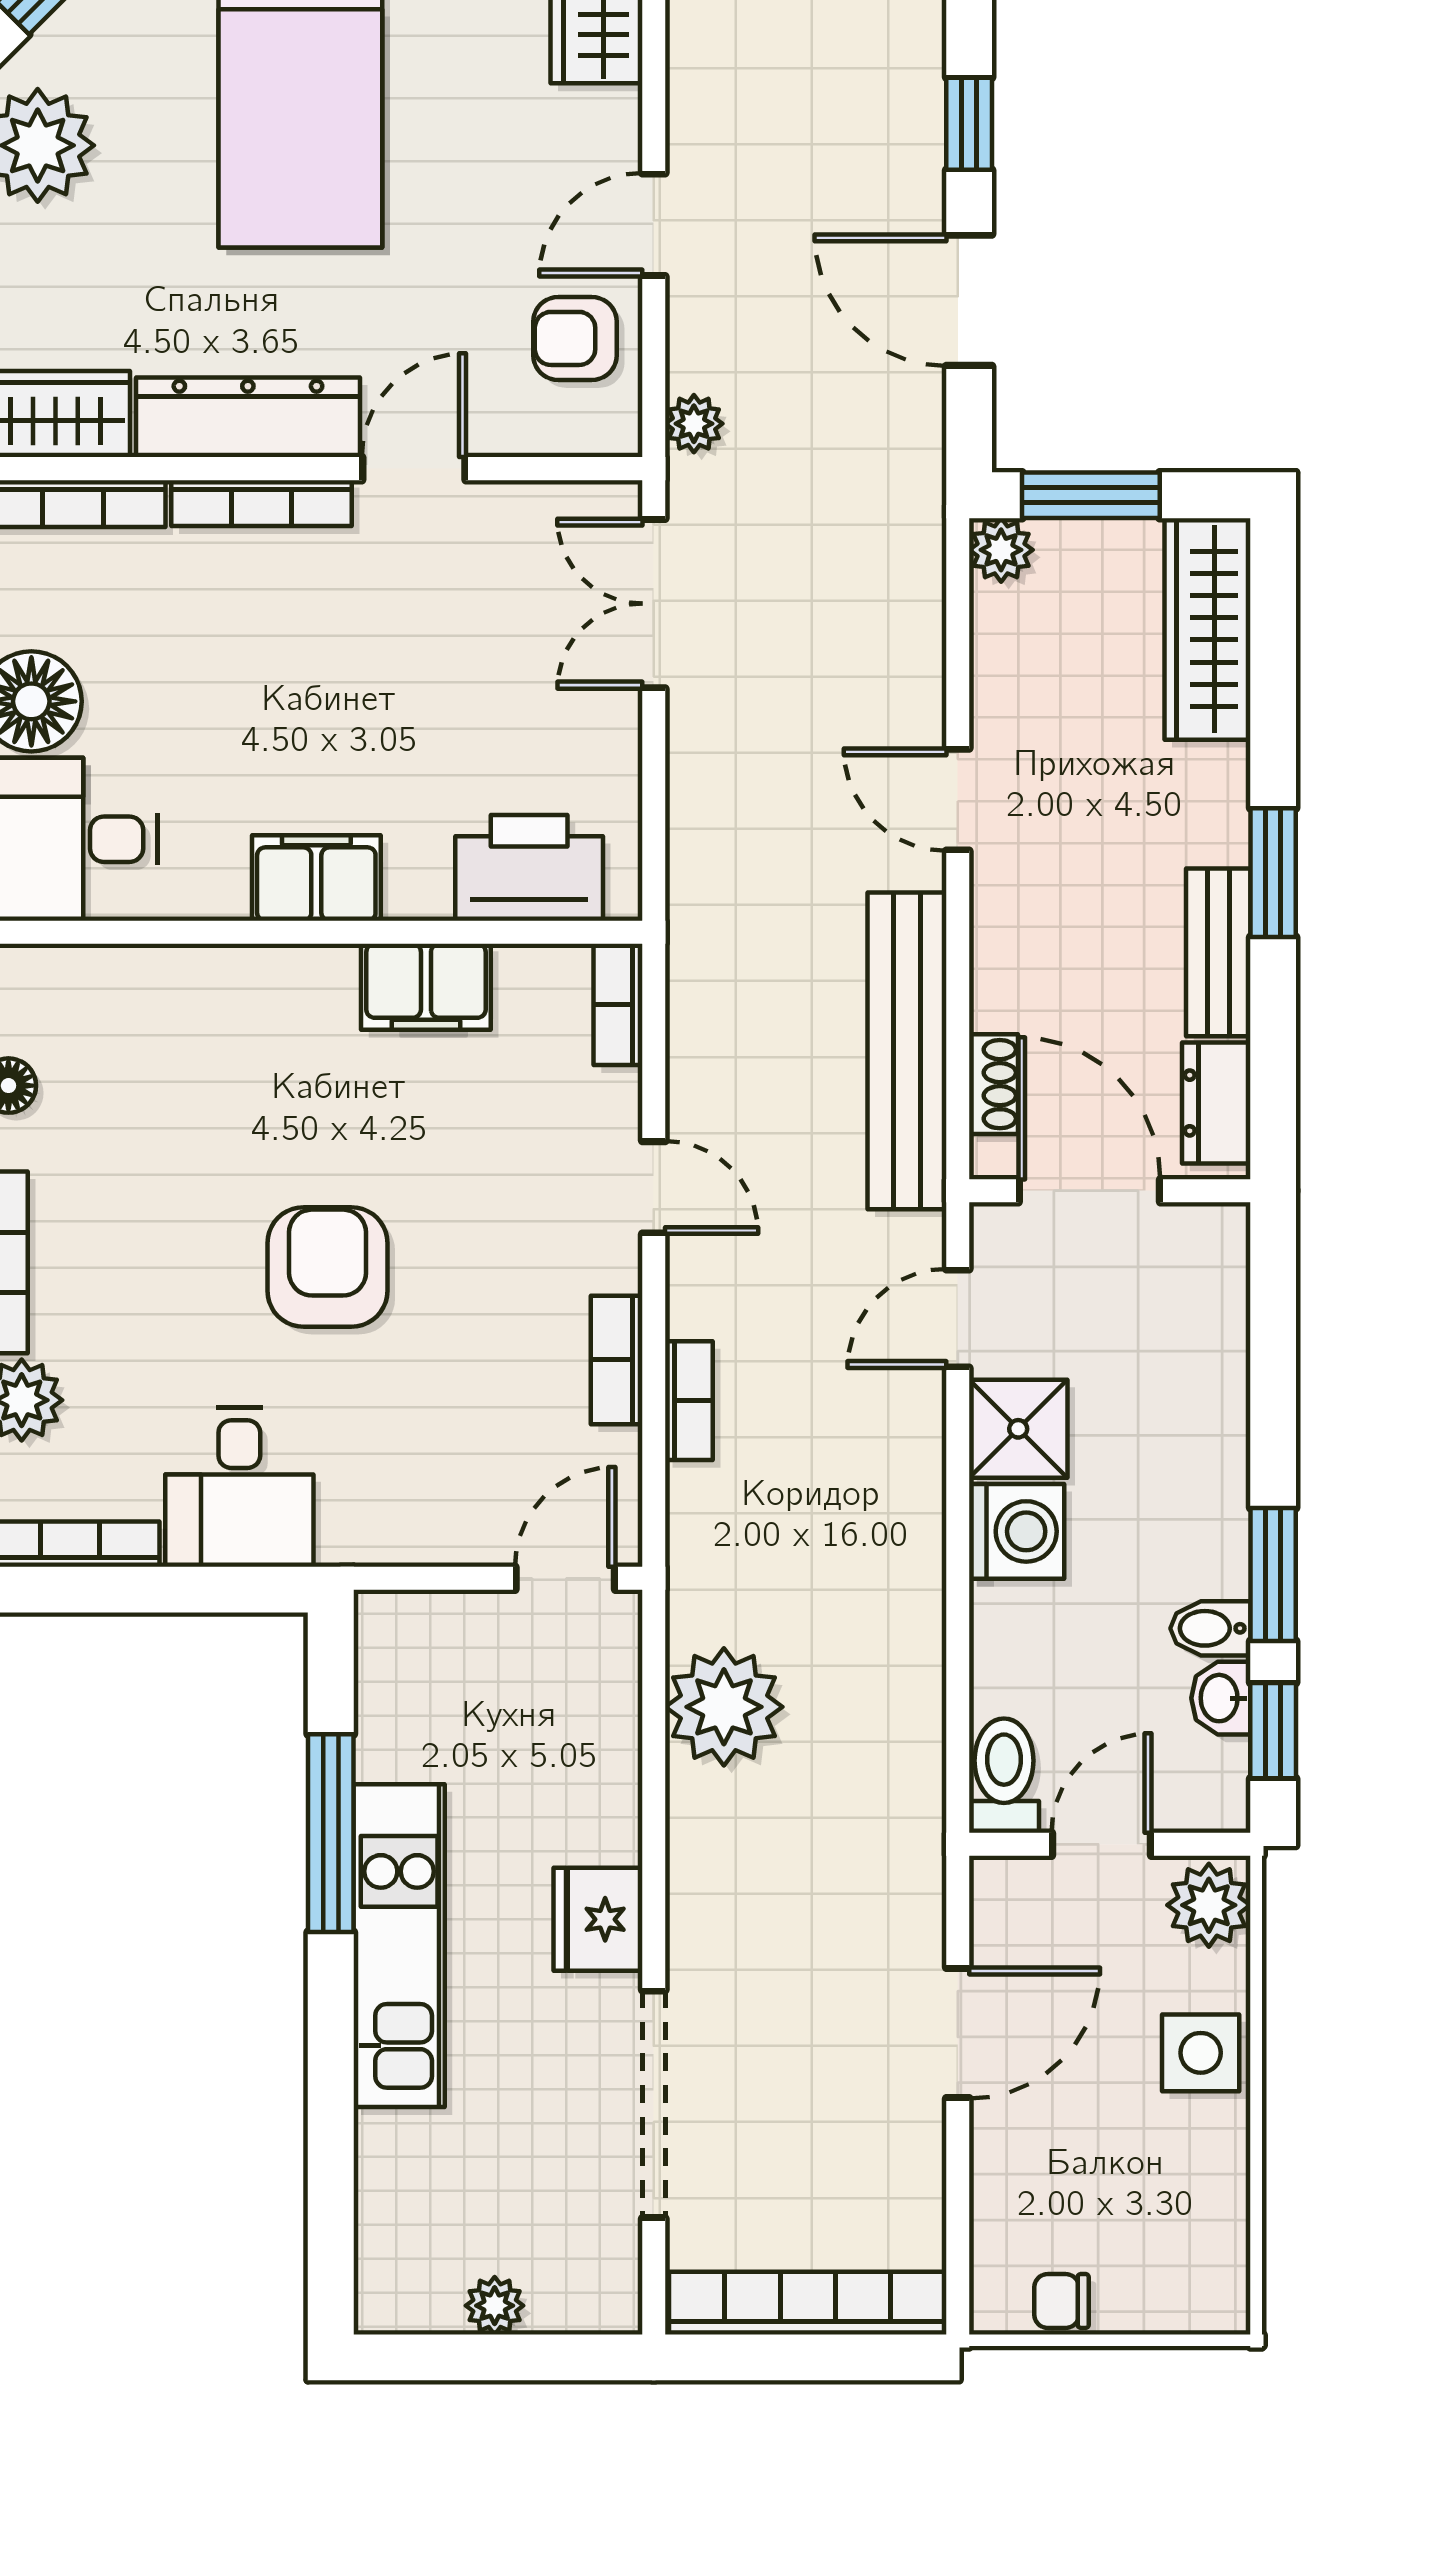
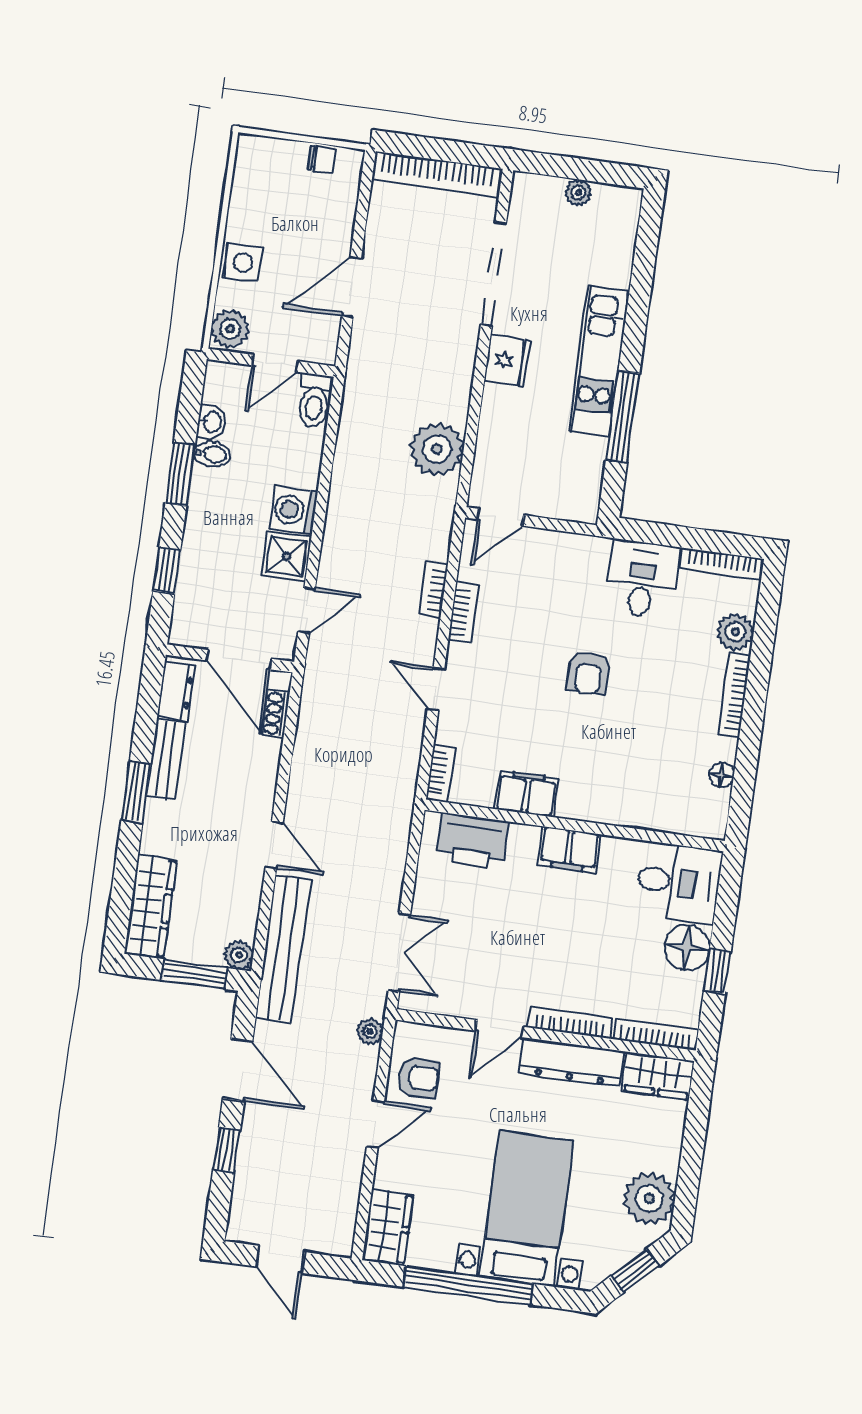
bench: (907, 1051) -> (283, 949), moved
armchair: (327, 1267) -> (589, 673), width x0.72, depth x0.72
window: (1273, 1731) -> (167, 570), moved

